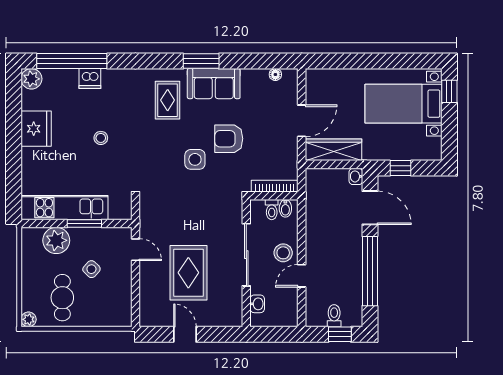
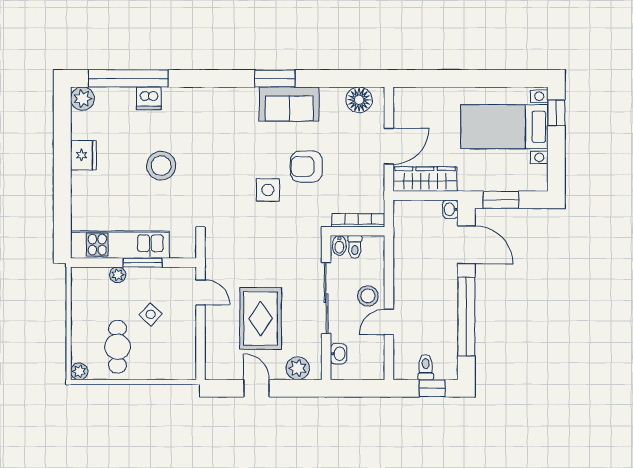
floor lamp: (275, 74) -> (359, 100), width x1.89, depth x1.89
rug: (168, 100) -> (237, 123), removed
fridge: (36, 129) -> (83, 155), width x0.73, depth x0.75
stool: (101, 138) -> (161, 166), width x1.89, depth x1.89
window: (400, 168) -> (501, 200), width x1.50
bidet: (285, 208) -> (339, 245), moved
plant: (56, 240) -> (118, 275), width x0.53, depth x0.53
plant: (221, 317) -> (298, 368), added

